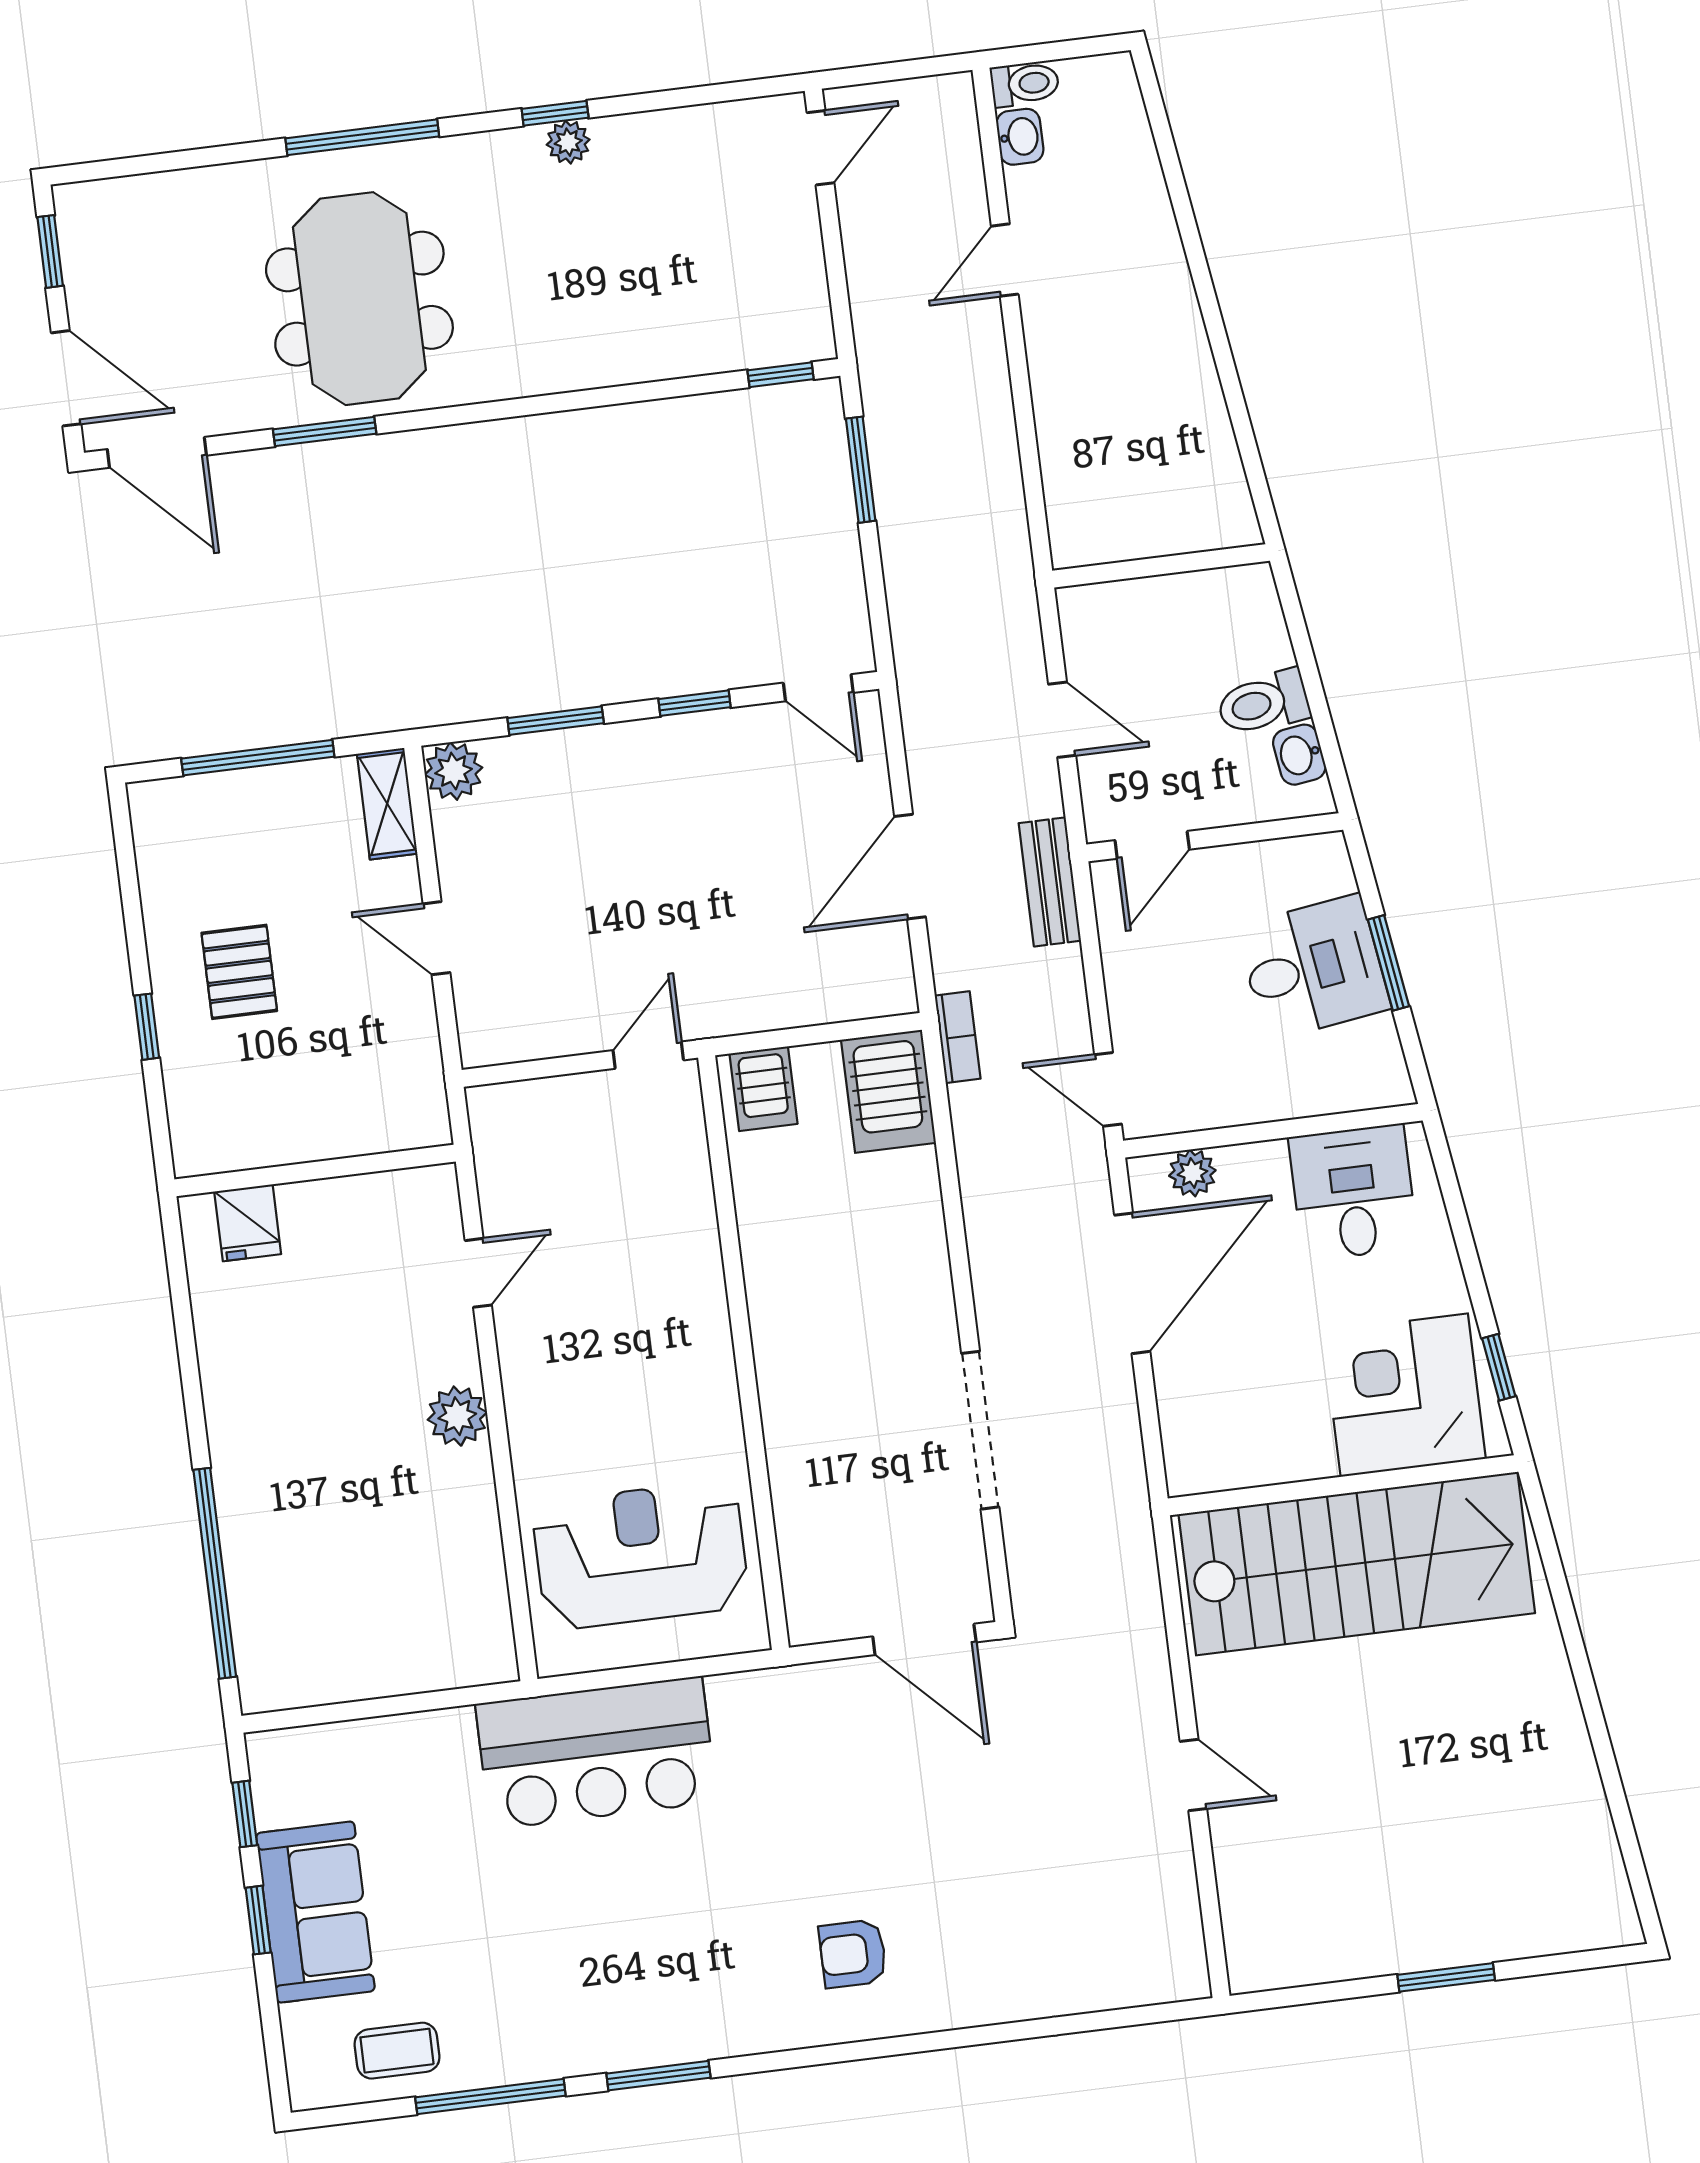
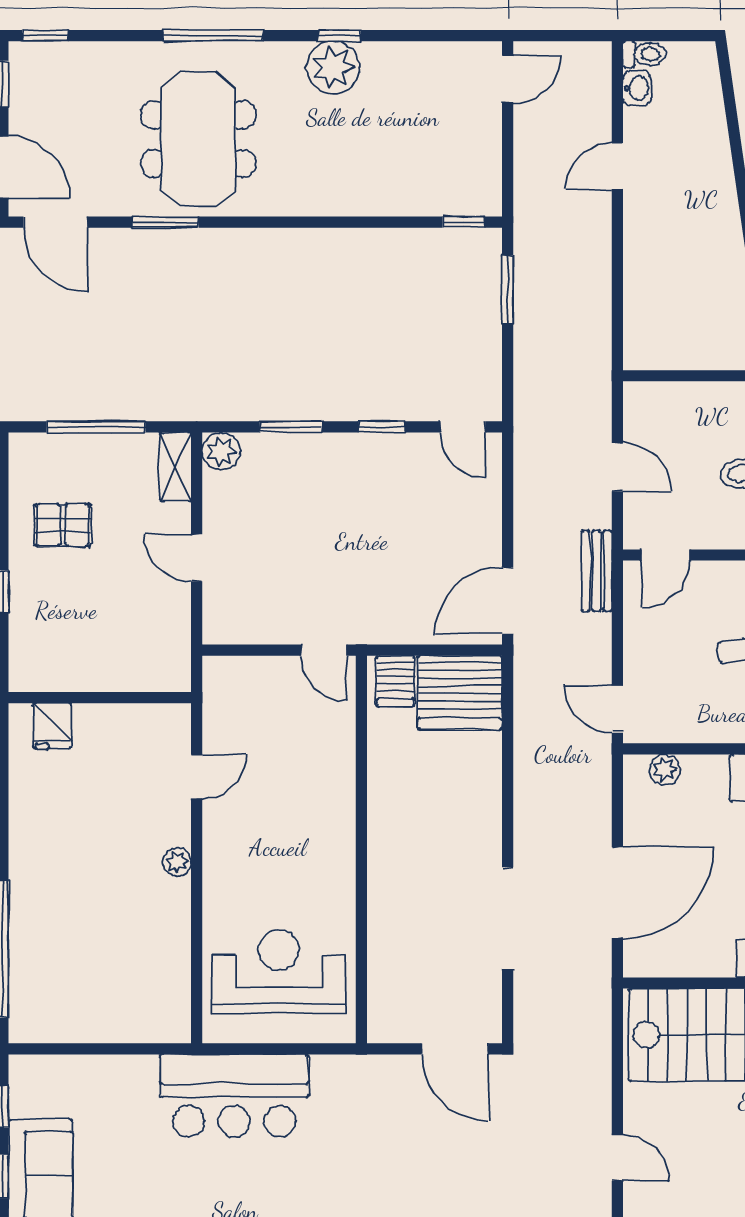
plant: (568, 142) -> (333, 67), width x1.88, depth x1.88
window: (105, 169) -> (45, 36), added
door: (910, 867) -> (508, 601), moved
pallet: (239, 972) -> (63, 525), moved, turned 90
bookcase: (958, 1037) -> (525, 663), removed
door: (648, 1055) -> (324, 650), swing flipped
server rack: (888, 1091) -> (460, 693), width x1.60
door: (1132, 1283) -> (617, 893), moved
plant: (457, 1416) -> (177, 862), width x0.73, depth x0.73

